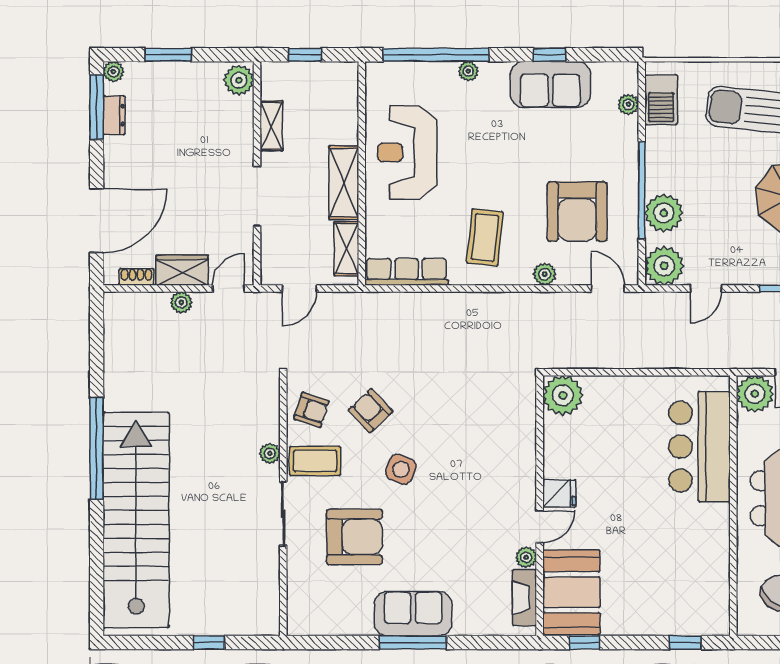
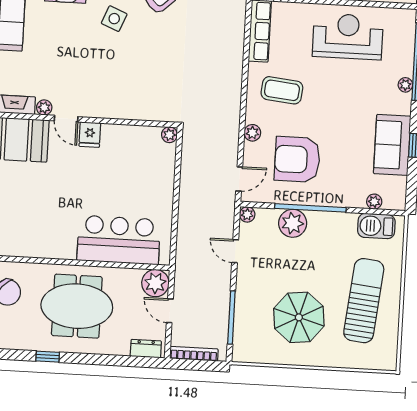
plant: (664, 266) -> (247, 214), width x0.53, depth x0.53
plant: (563, 395) -> (169, 135), width x0.53, depth x0.53

